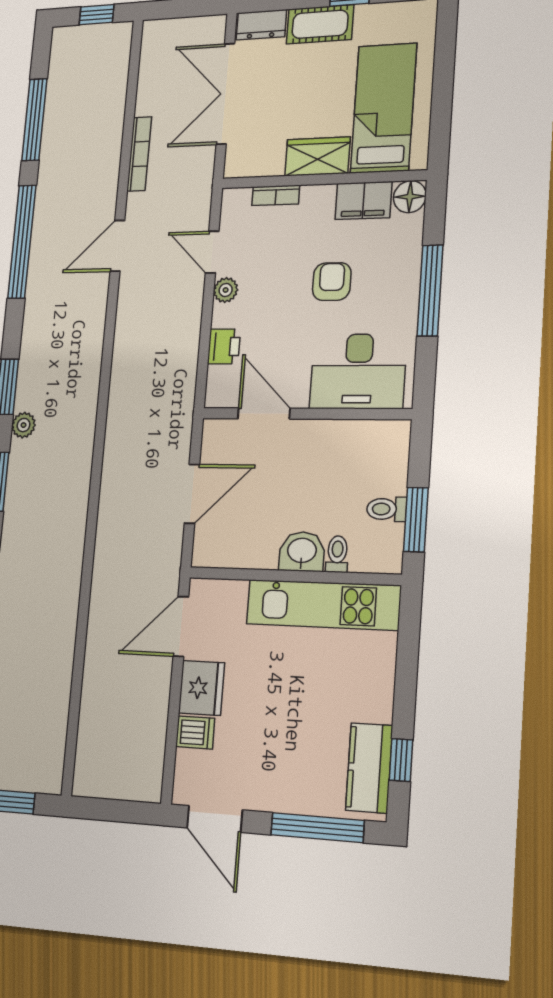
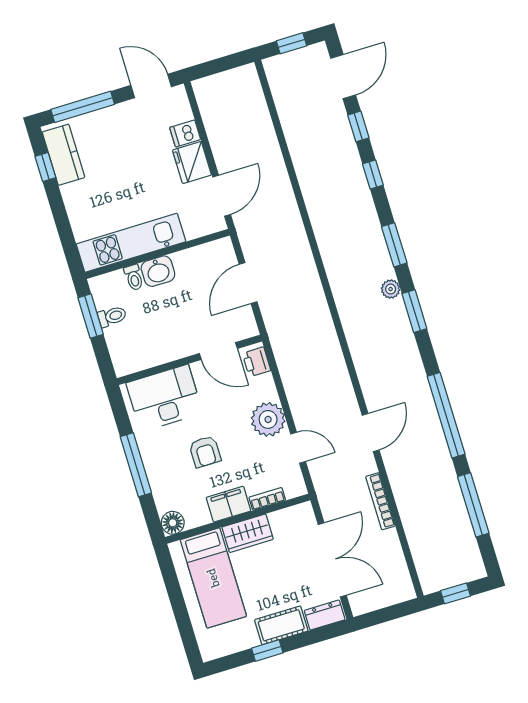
filing cabinet: (363, 201) -> (228, 504), moved
plant: (226, 290) -> (268, 419), width x1.88, depth x1.88
printer: (224, 347) -> (257, 362), moved

